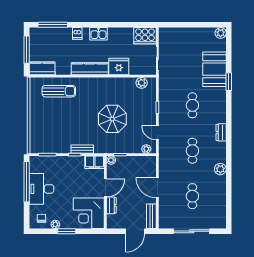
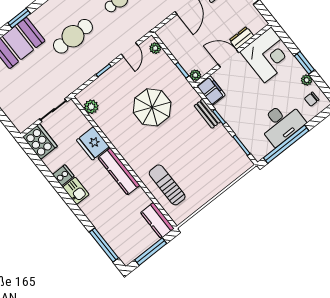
dishwasher: (77, 33) -> (93, 213), removed
cooker: (114, 34) -> (63, 175), added
cafe table: (192, 105) -> (73, 36), width x1.37, depth x1.35

